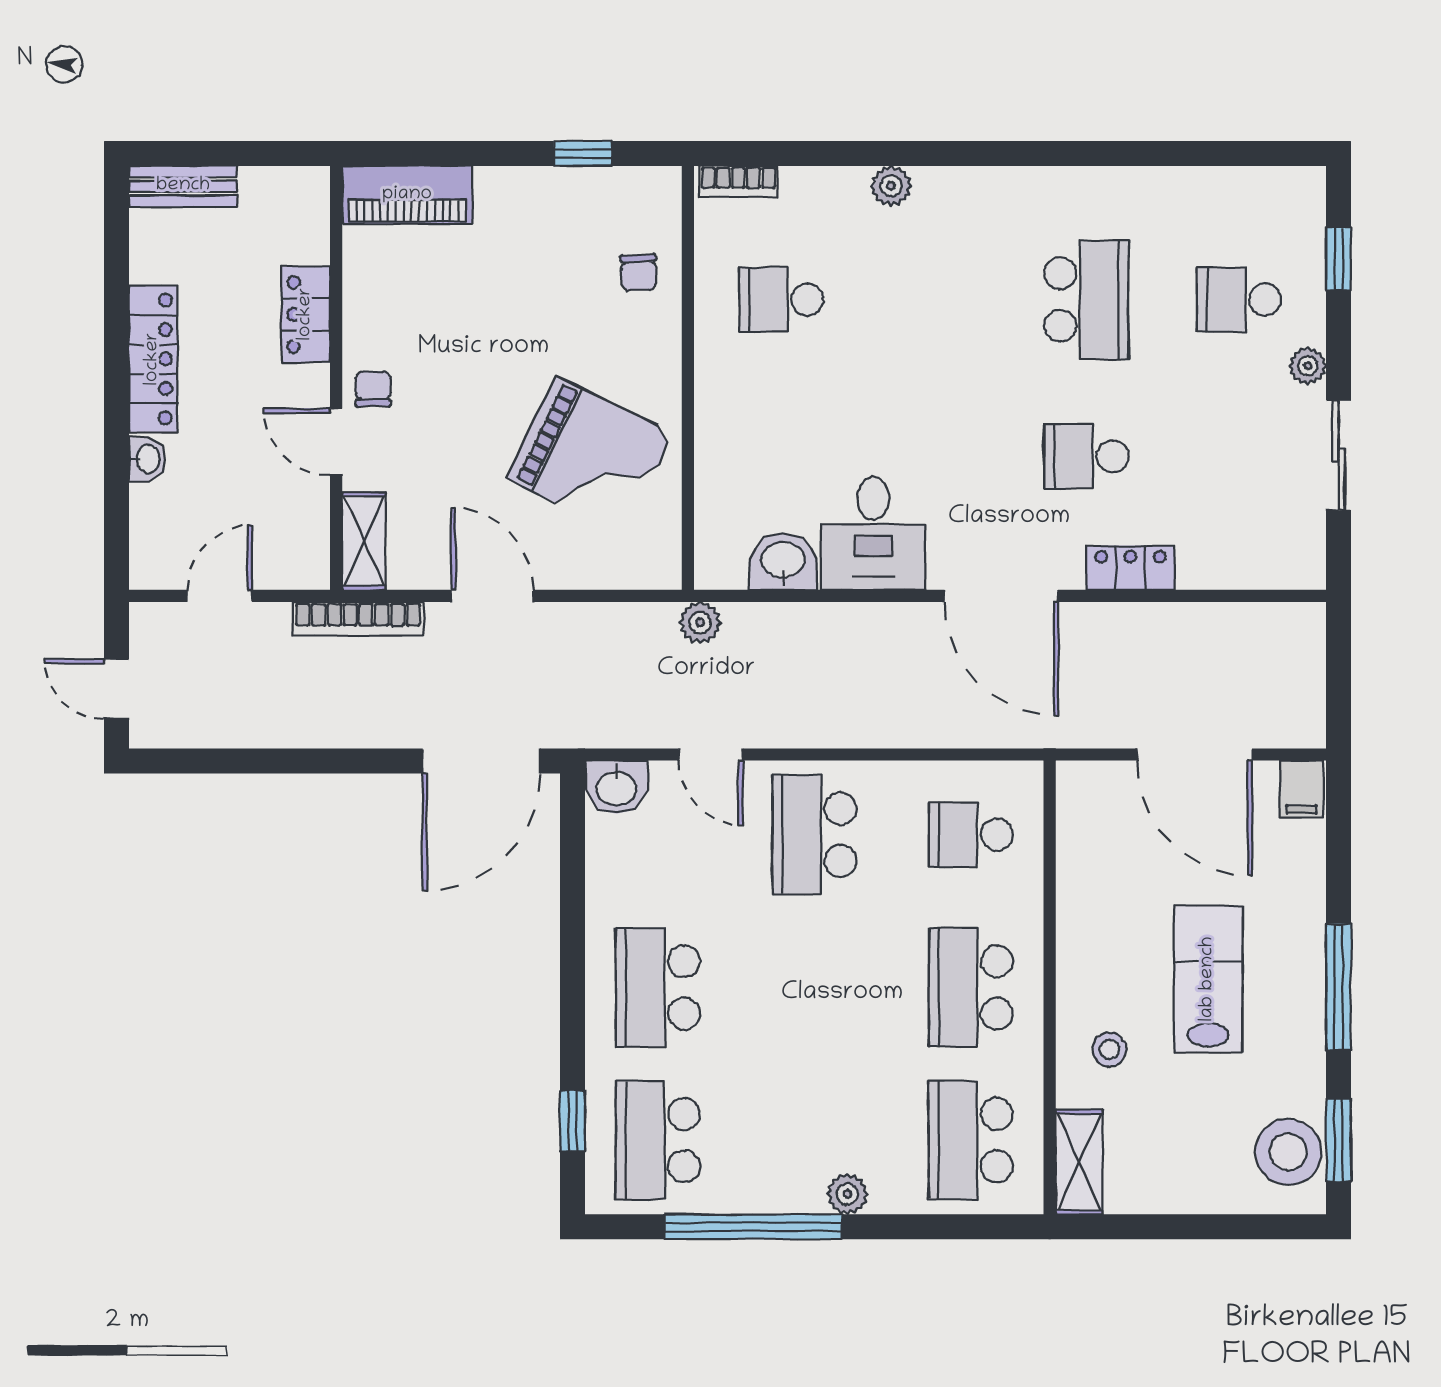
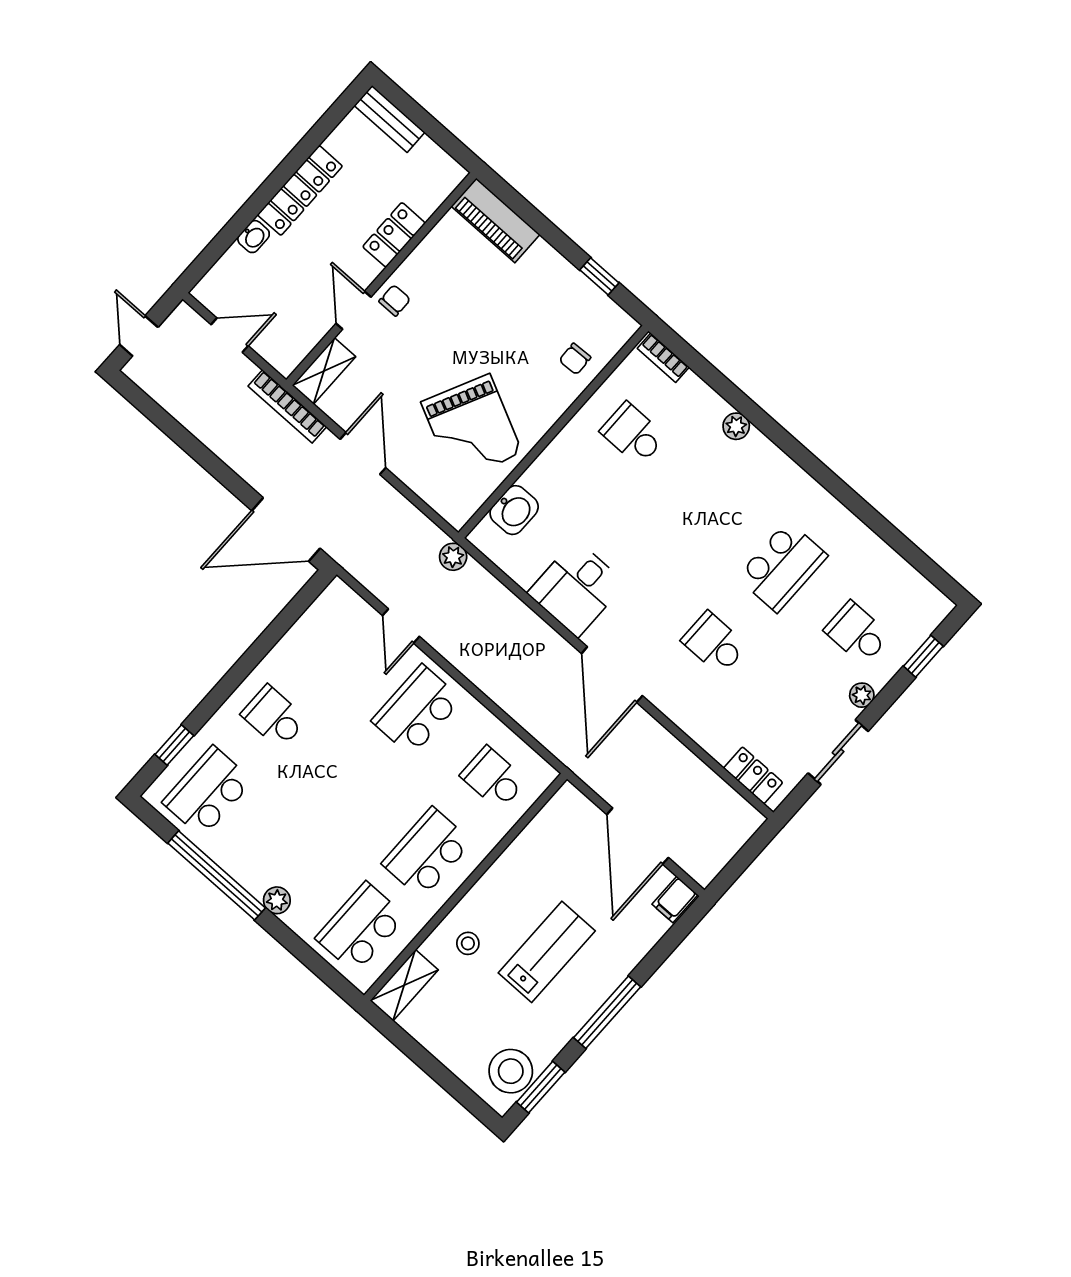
washbasin: (783, 561) -> (514, 510), moved, turned 90
locker: (1130, 568) -> (753, 775), moved
washbasin: (616, 787) -> (341, 601), removed
school desk: (658, 987) -> (274, 717), width x0.54

